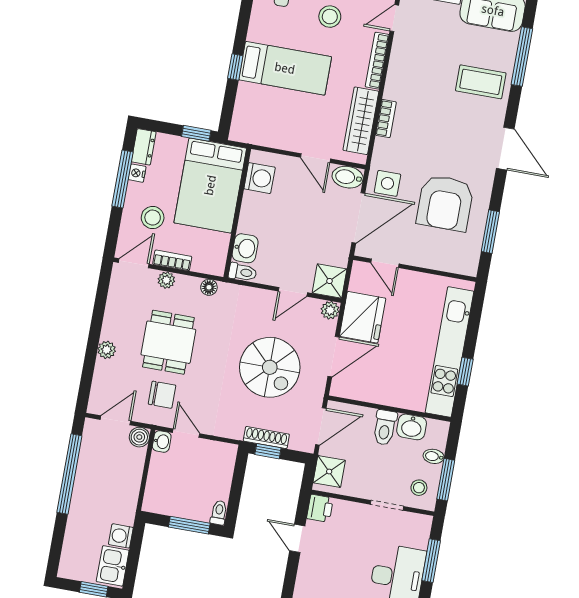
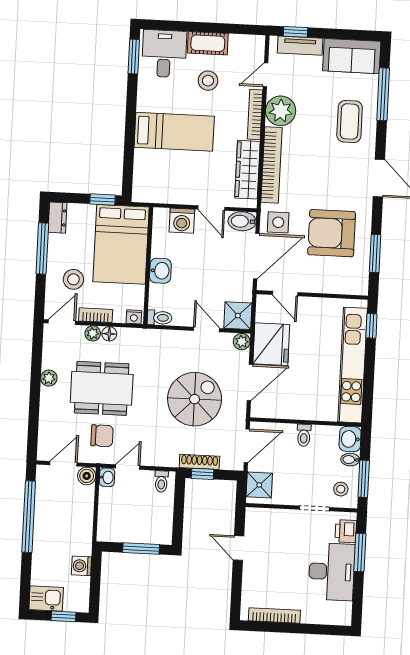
plant: (406, 60) -> (281, 111), added
window: (235, 67) -> (130, 136), removed
coffee table: (481, 82) -> (350, 121), turned 90
bookcase: (386, 119) -> (272, 165), width x2.31, depth x1.31
nightstand: (137, 173) -> (134, 317), moved, turned -90
washing machine: (260, 178) -> (182, 221), moved, turned 90
armchair: (445, 203) -> (332, 233), turned 90
washbasin: (245, 248) -> (160, 271), moved
floor lamp: (209, 287) -> (109, 334), moved
door: (293, 292) -> (206, 329), swing flipped
dining table: (168, 342) -> (102, 388), width x1.37
plant: (107, 350) -> (49, 378), moved
spiral stairs: (270, 367) -> (195, 399), turned -90
window: (465, 372) -> (371, 326), moved
washbasin: (412, 427) -> (350, 439), moved, turned 90
toilet: (385, 428) -> (304, 435), width x0.73, depth x0.72
door: (186, 433) -> (128, 467), hinge flipped
printer: (320, 508) -> (346, 531), moved, turned 180
toilet: (219, 513) -> (161, 481), moved, turned 180
kitchen sink: (113, 566) -> (46, 598), moved, turned 90

